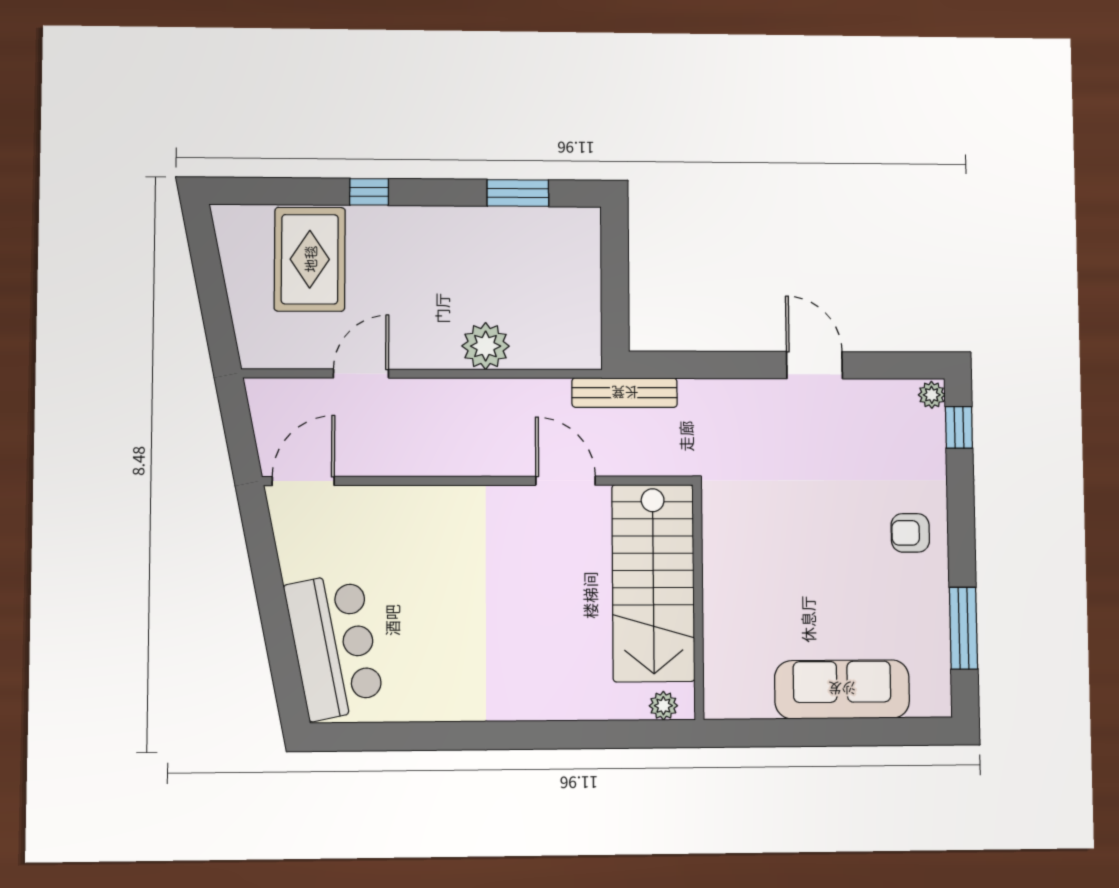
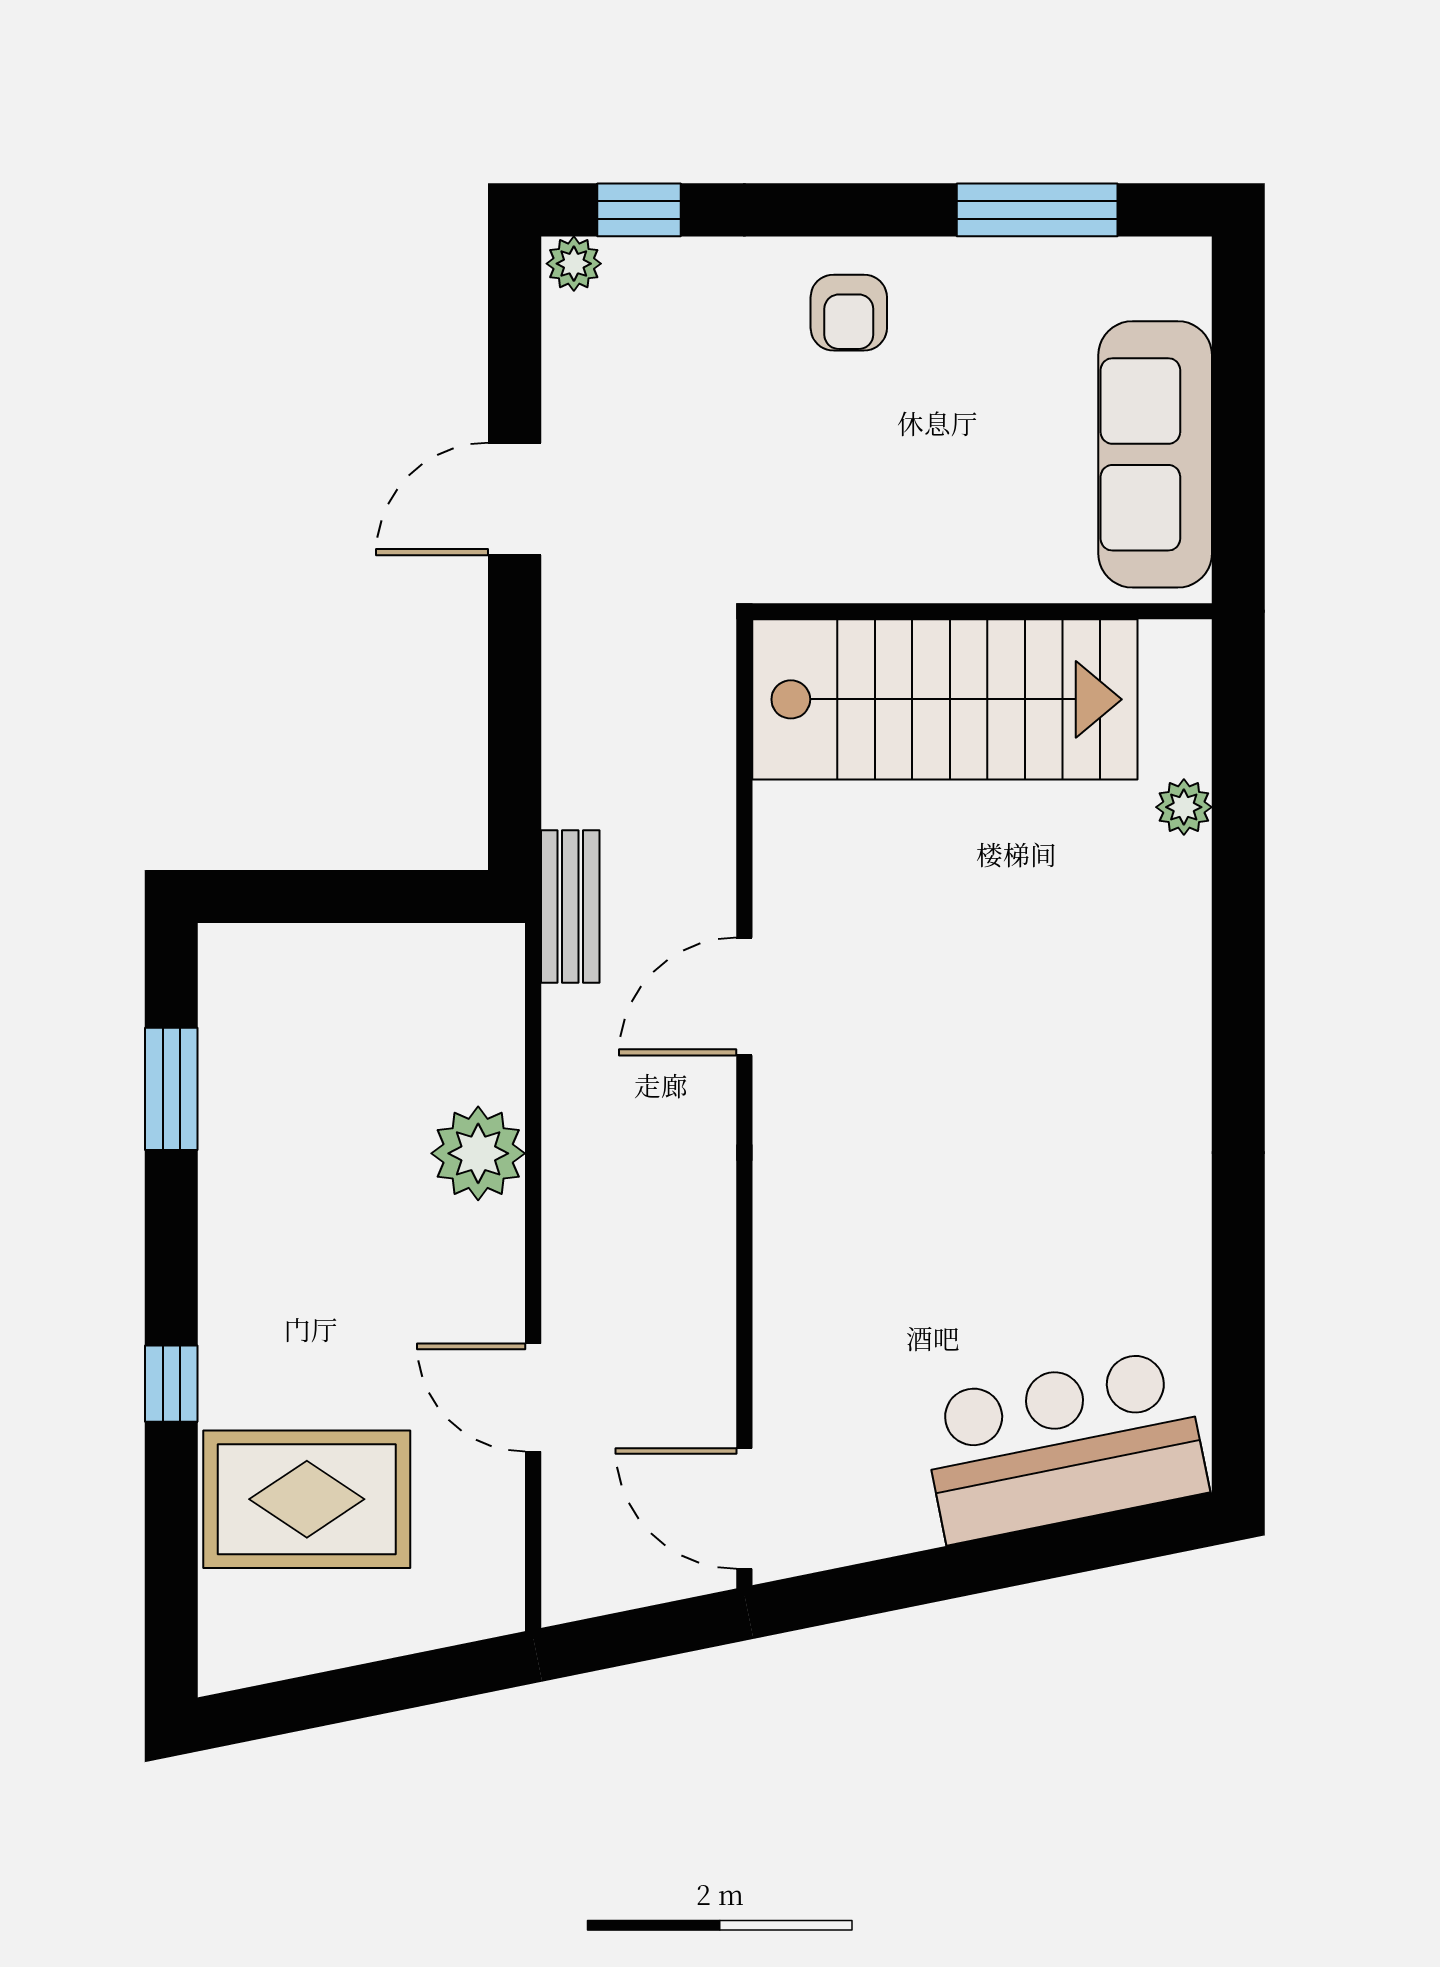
bench: (625, 393) -> (570, 907), width x0.73
stairs: (653, 583) -> (945, 699), moved
wall: (698, 602) -> (982, 611), moved

